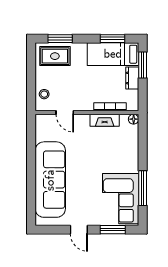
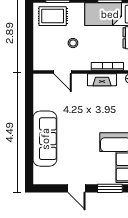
stool: (44, 94) -> (73, 43), moved
sofa: (50, 180) -> (45, 139), width x0.74, depth x0.79

